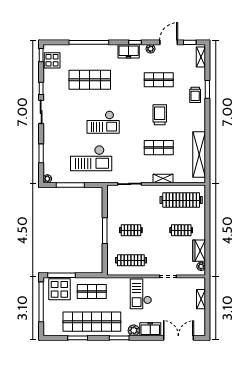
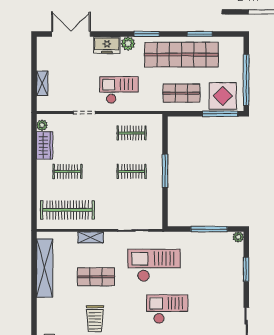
checkout: (91, 158) -> (154, 265), moved
clothes rail: (131, 260) -> (132, 133), width x0.73
checkout: (141, 294) -> (119, 90), turned -90
double door: (178, 338) -> (71, 34), swing flipped

